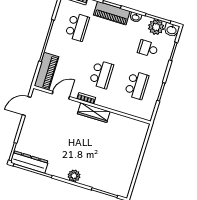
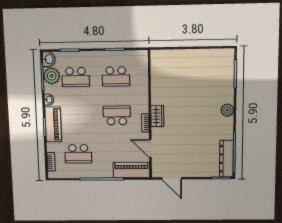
school desk: (77, 27) -> (78, 154), turned 180
school desk: (148, 49) -> (76, 77), width x1.85
school desk: (137, 85) -> (116, 76), turned 180
wardrobe: (94, 113) -> (157, 116), width x0.67

